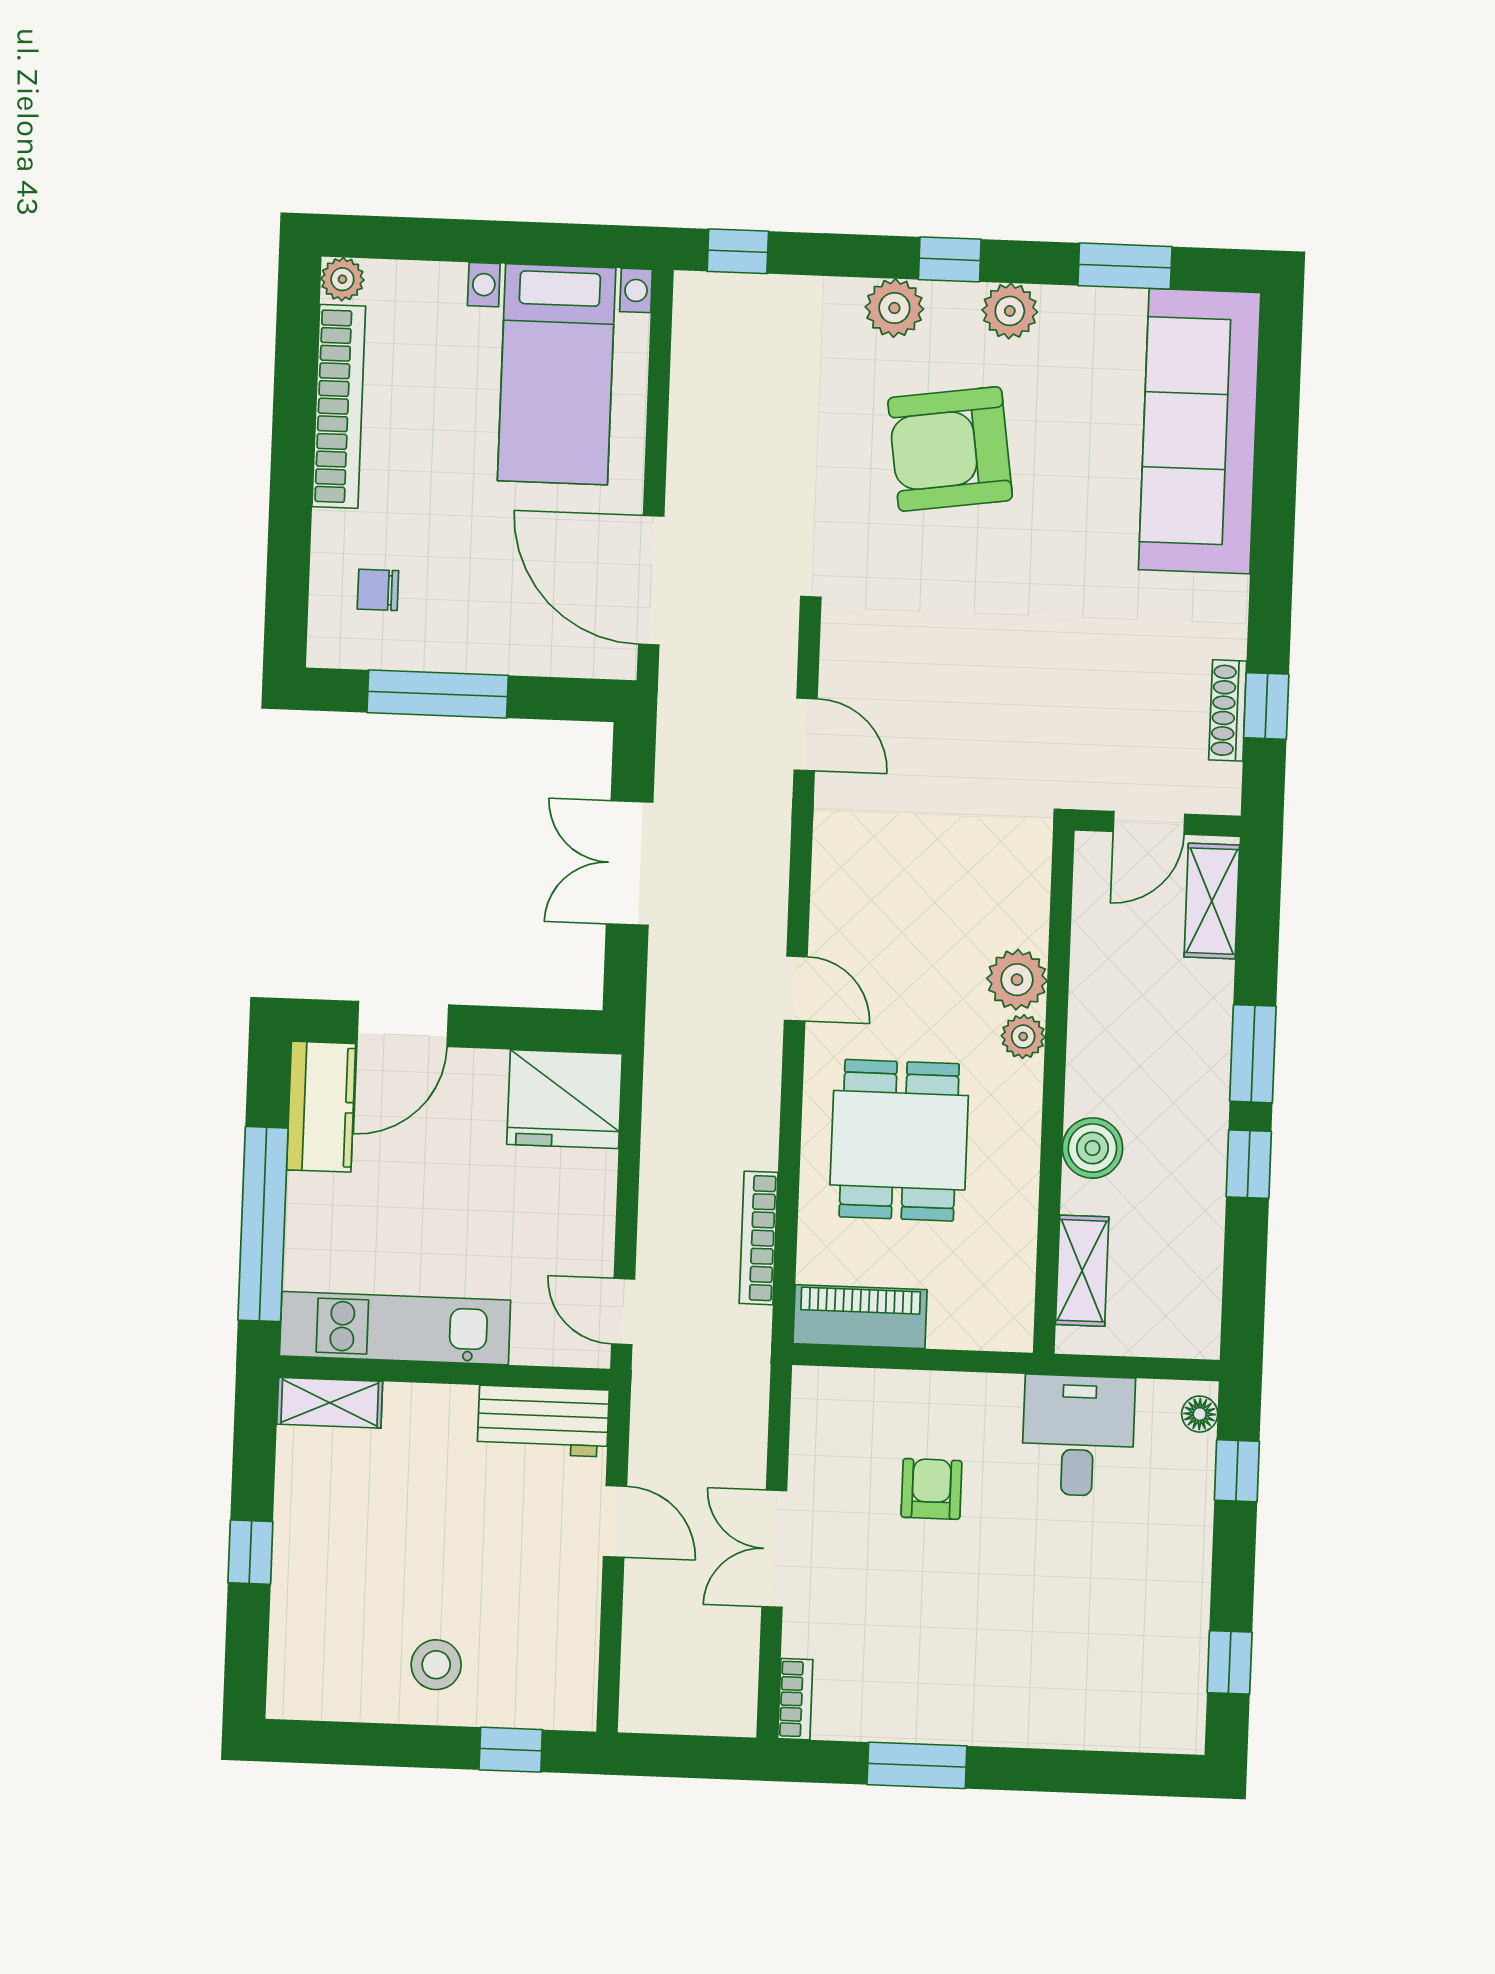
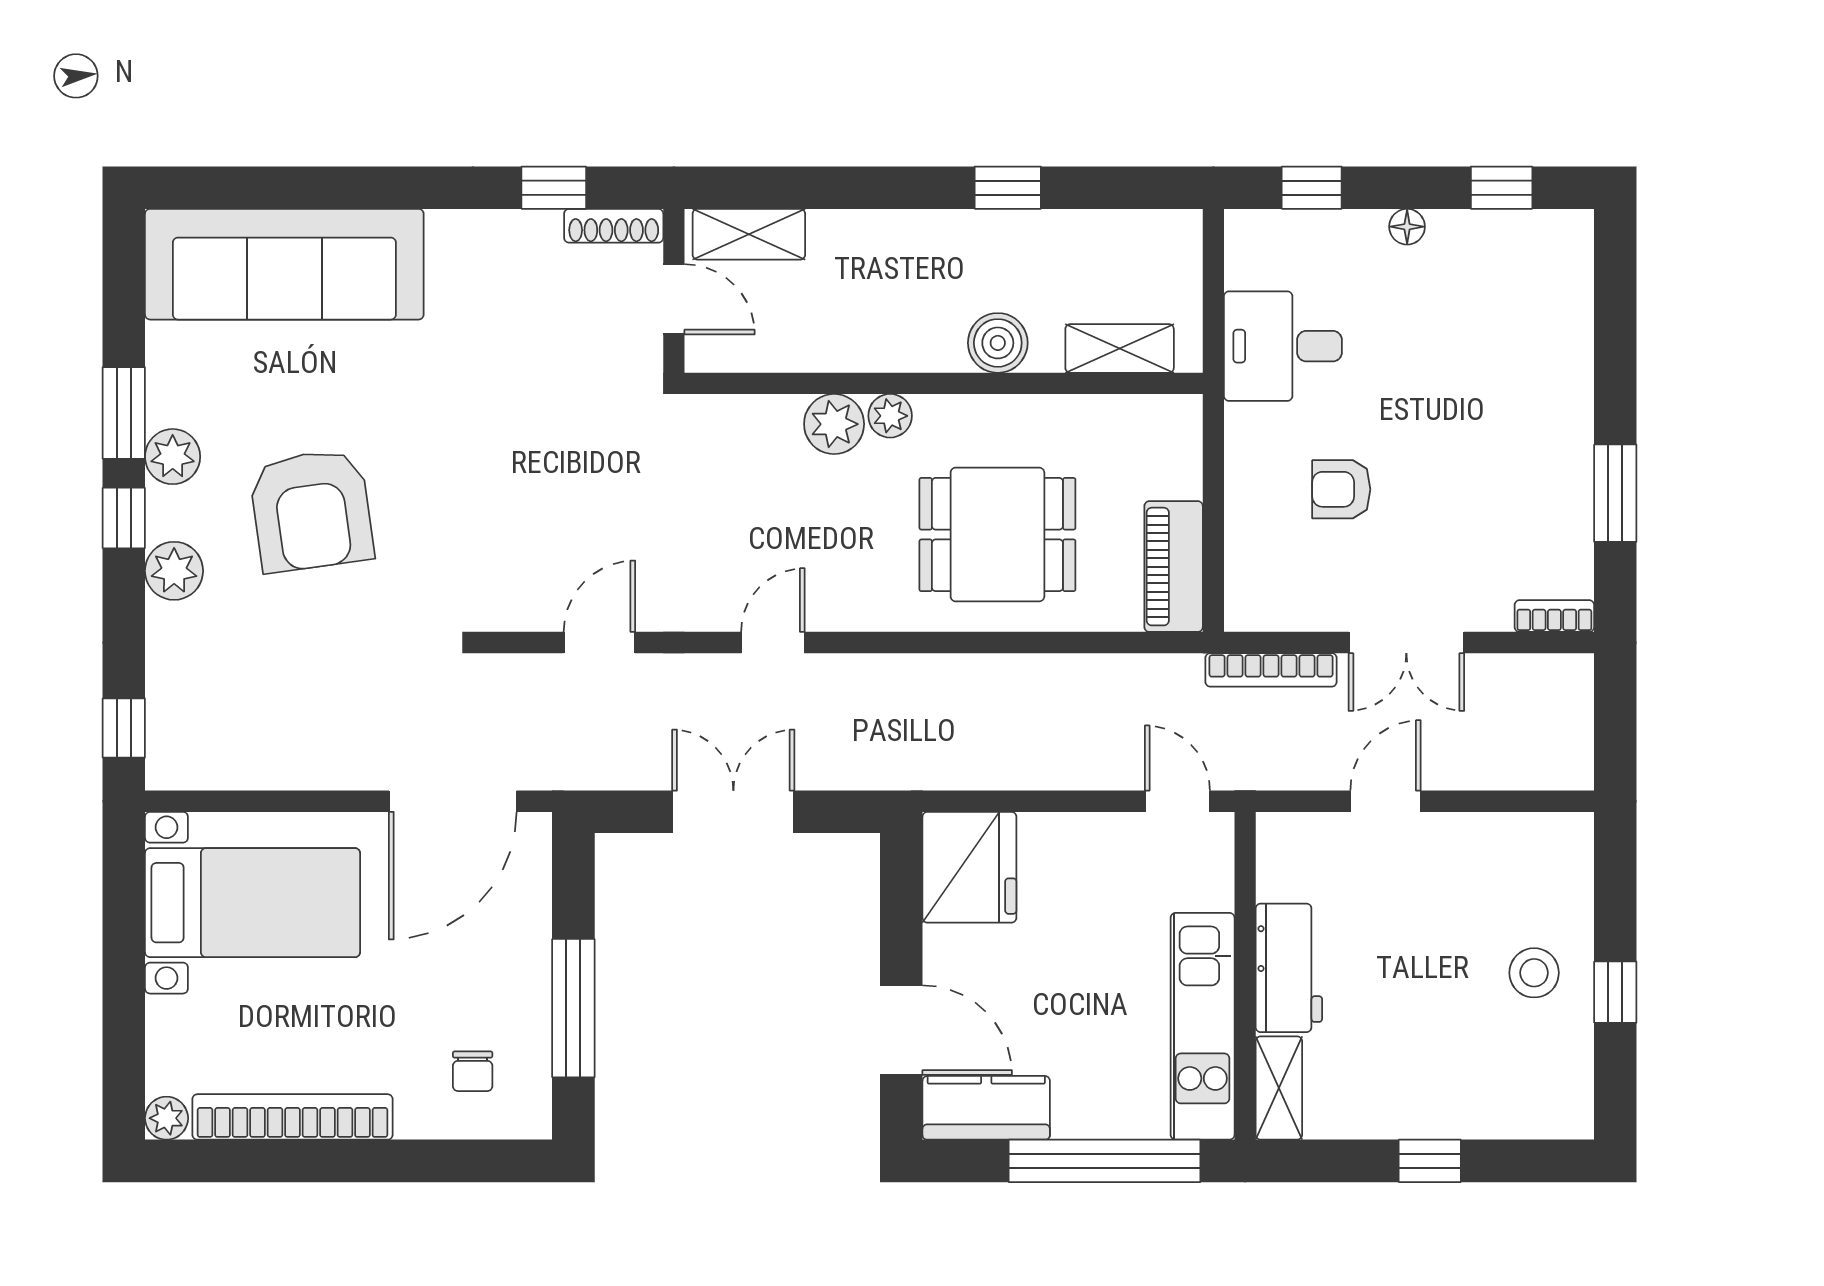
window: (1125, 266) -> (124, 413), moved
shoe rack: (1228, 710) -> (614, 226), moved
double door: (630, 863) -> (733, 812), swing flipped
door: (796, 989) -> (773, 643), moved
window: (1253, 1054) -> (898, 188), removed
bookcase: (759, 1238) -> (1271, 670), moved
door: (623, 1311) -> (1177, 801), swing flipped
floor lamp: (1200, 1414) -> (1407, 227), moved
workbench: (543, 1421) -> (1289, 968), moved
window: (511, 1750) -> (1615, 992), moved

